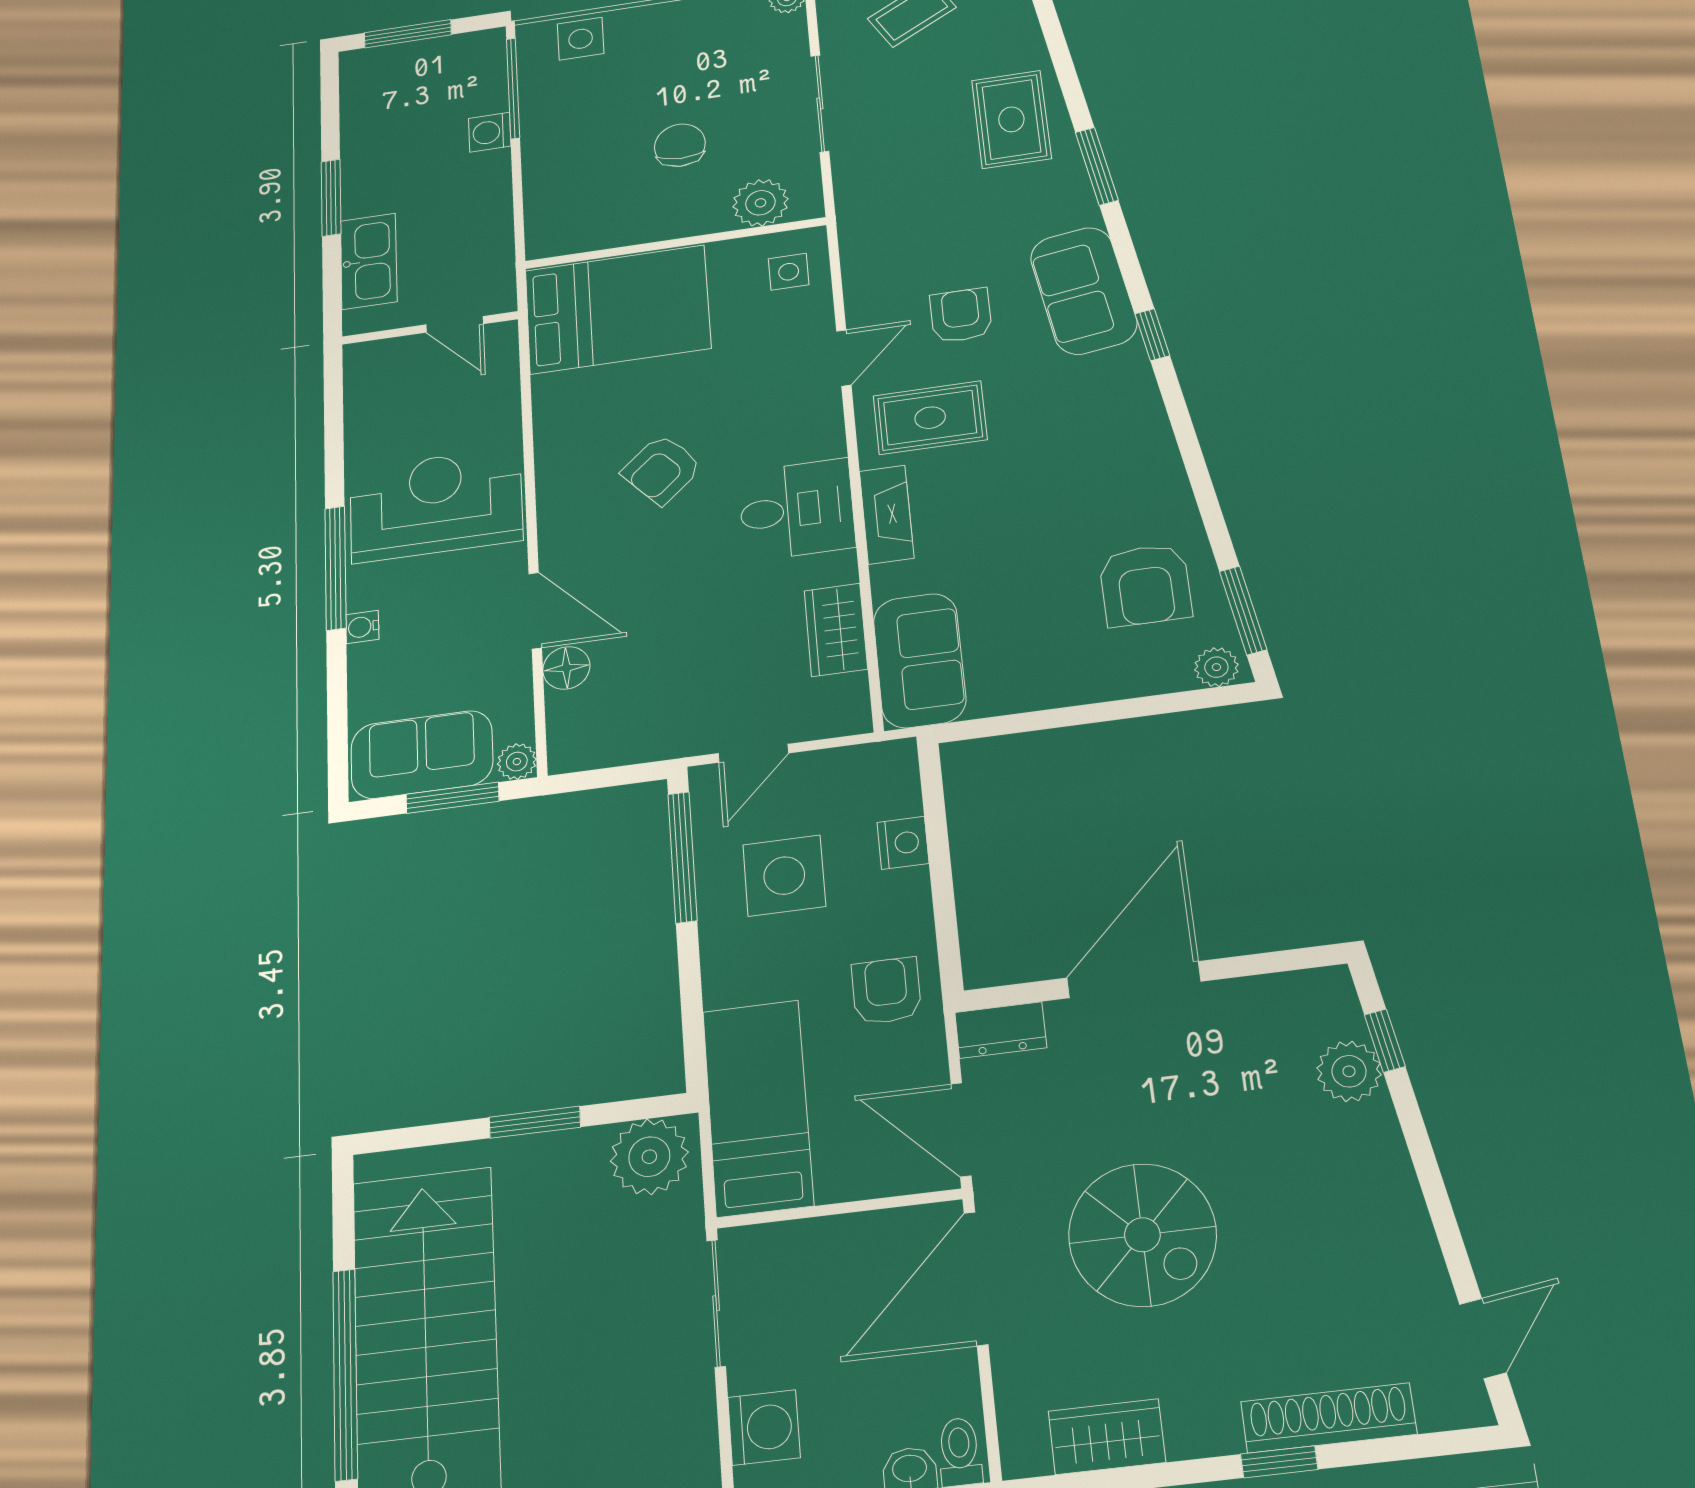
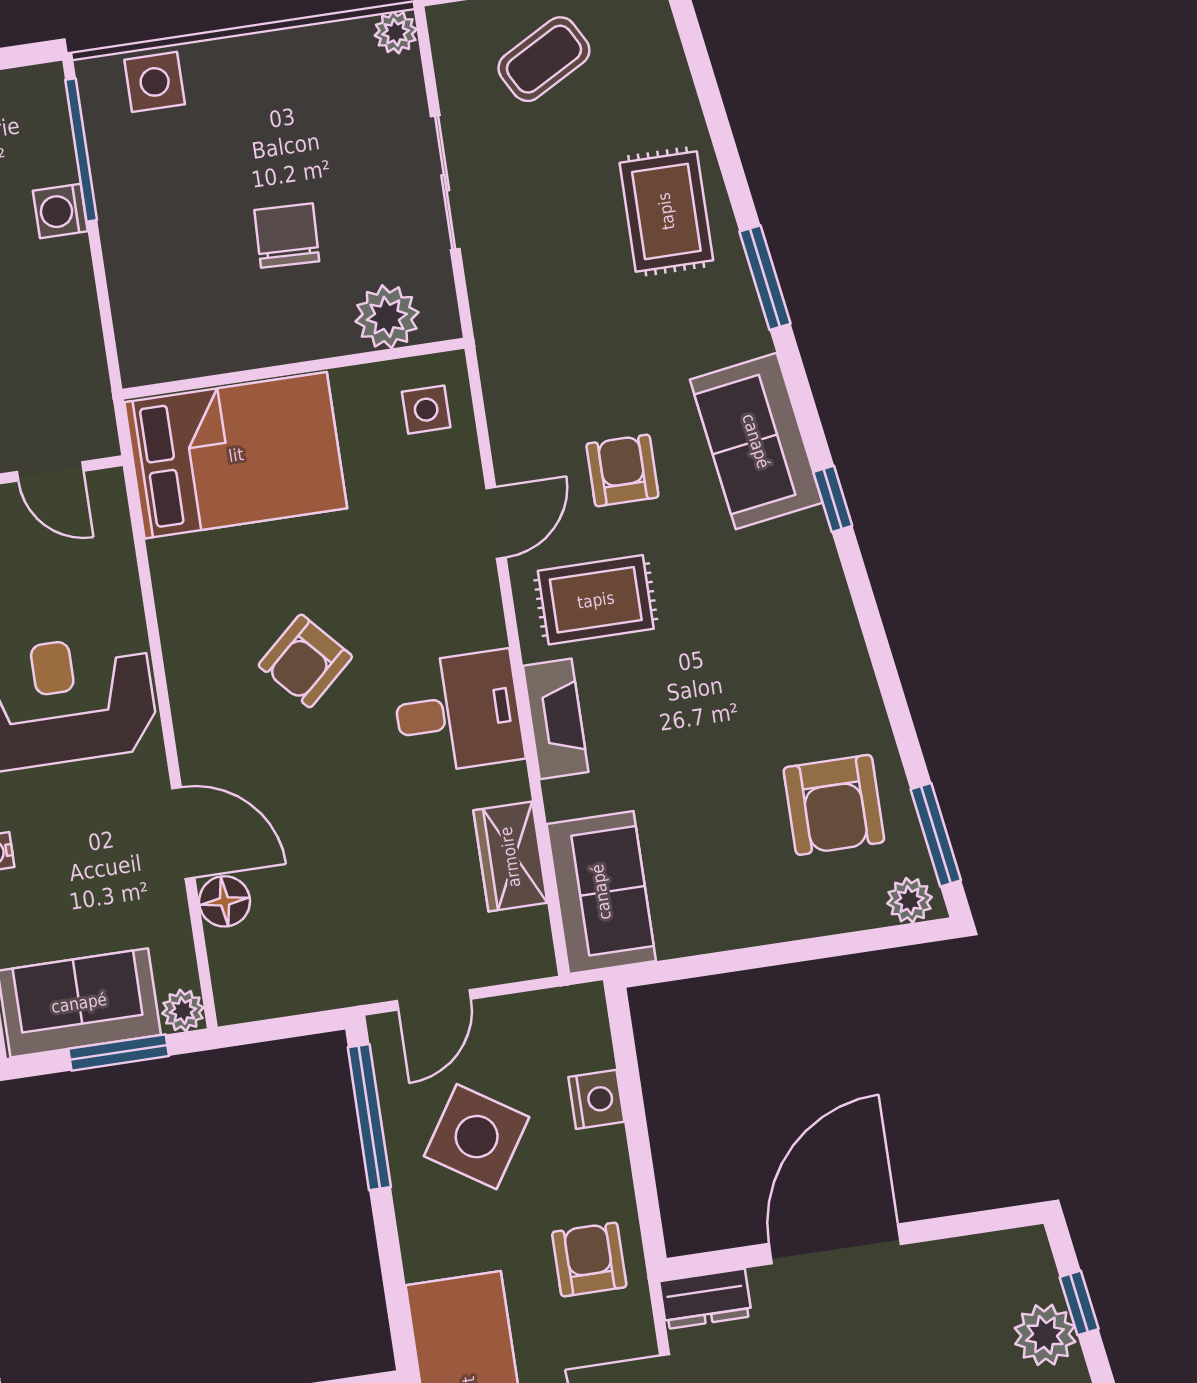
side table: (784, 876) -> (477, 1137), turned 33

